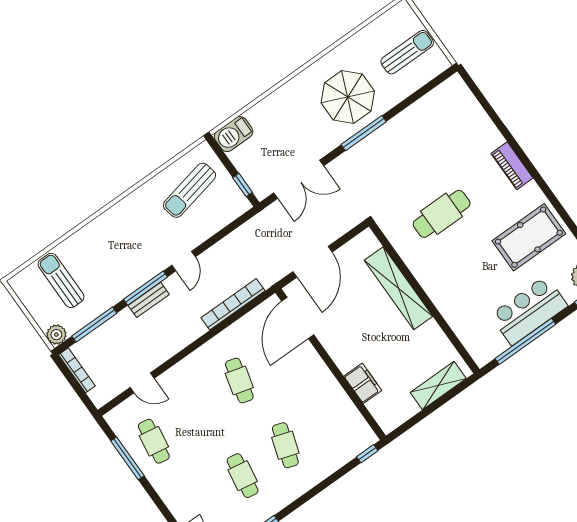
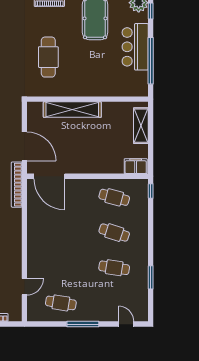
bookcase: (233, 304) -> (17, 185), moved
cafe table: (239, 380) -> (114, 197), moved
filing cabinet: (363, 383) -> (136, 166), moved
window: (127, 458) -> (83, 324), moved

